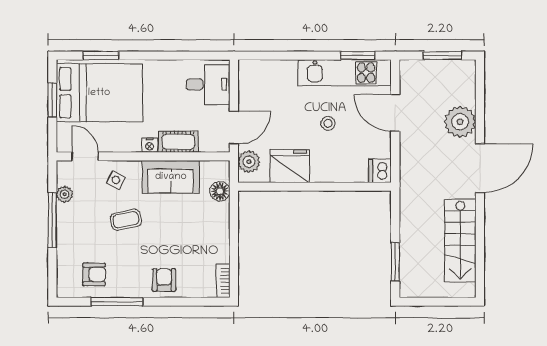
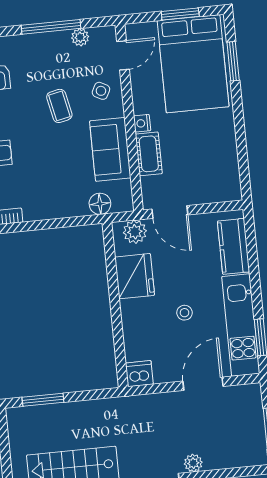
kitchen counter: (271, 72) -> (234, 246), added
desk: (208, 84) -> (214, 180), removed
plant: (460, 122) -> (193, 463), width x0.53, depth x0.53

